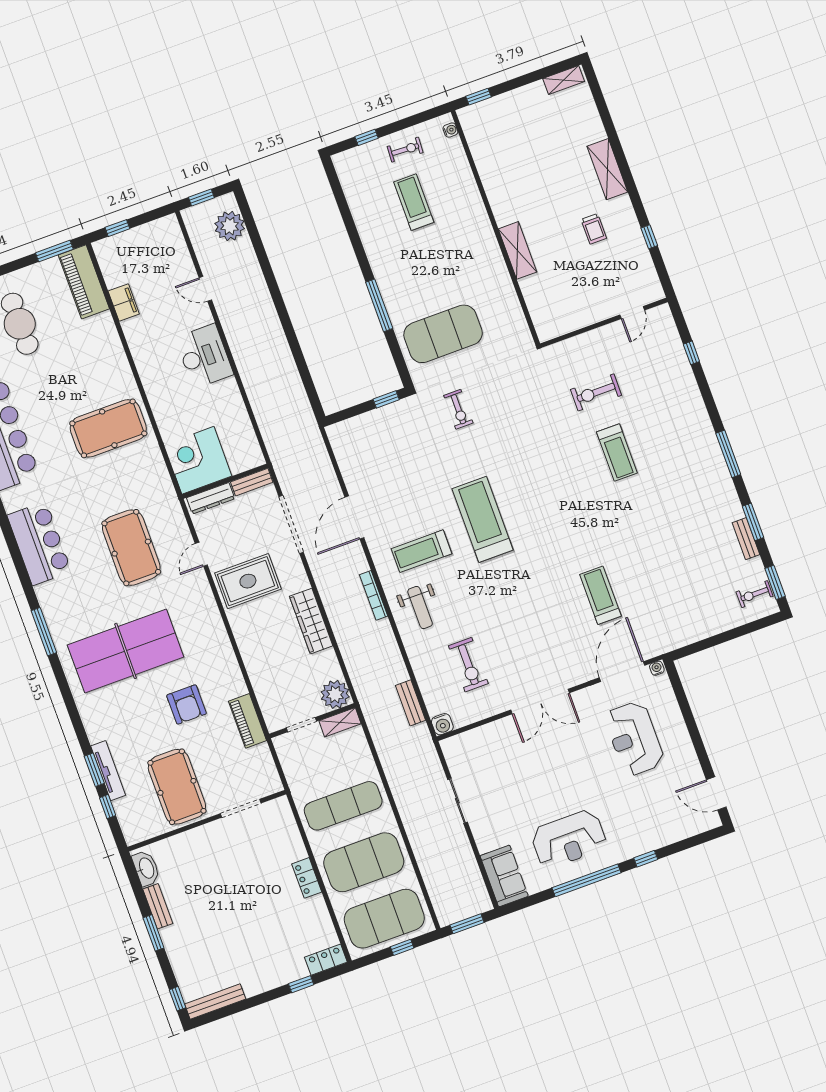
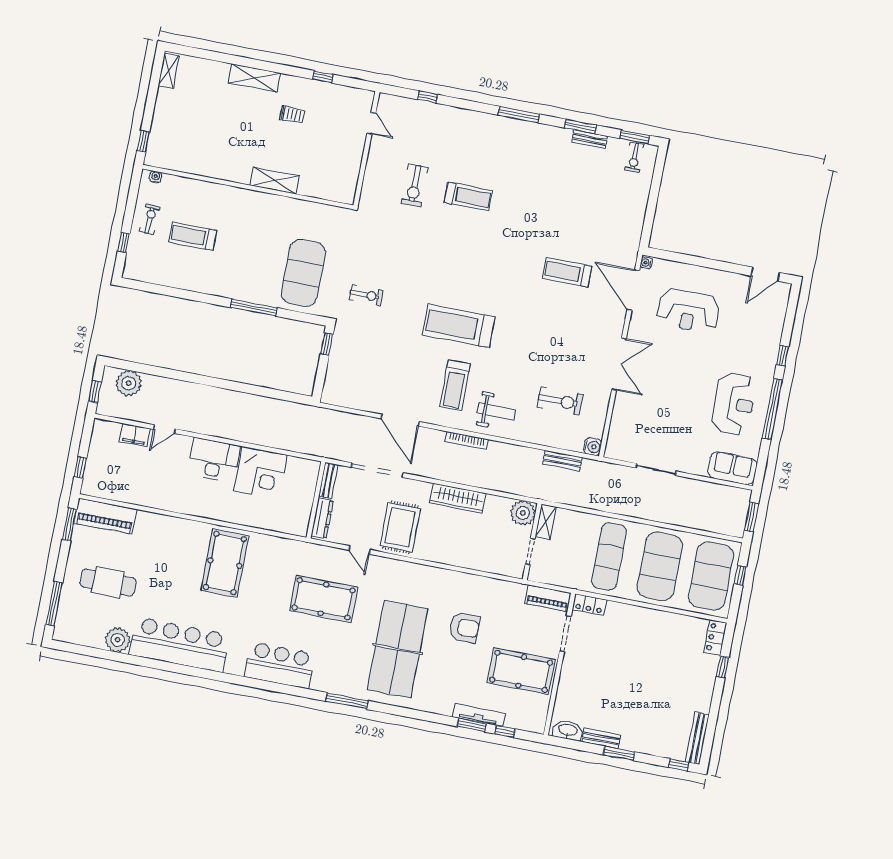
filing cabinet: (124, 303) -> (135, 435), moved, turned 180
corner desk: (198, 460) -> (260, 473), moved, turned -90
piano: (248, 721) -> (548, 598), moved
locker: (307, 878) -> (589, 604), moved

